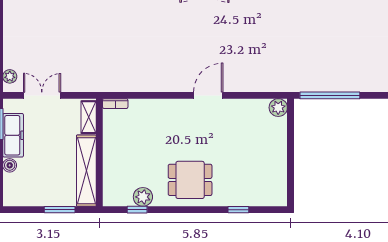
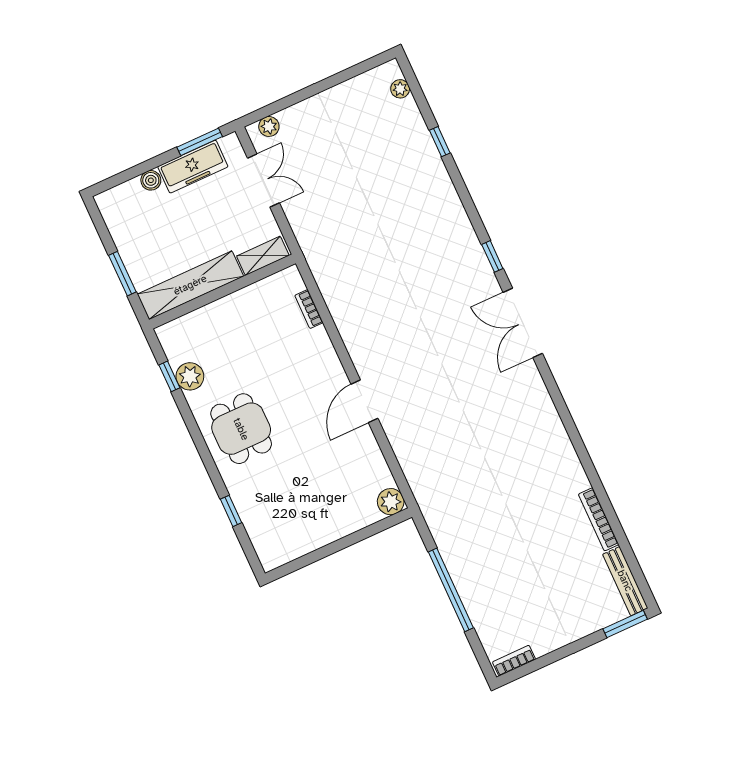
door: (208, 95) -> (364, 401), swing flipped
window: (330, 95) -> (451, 590), moved
bookcase: (115, 104) -> (309, 309), moved

